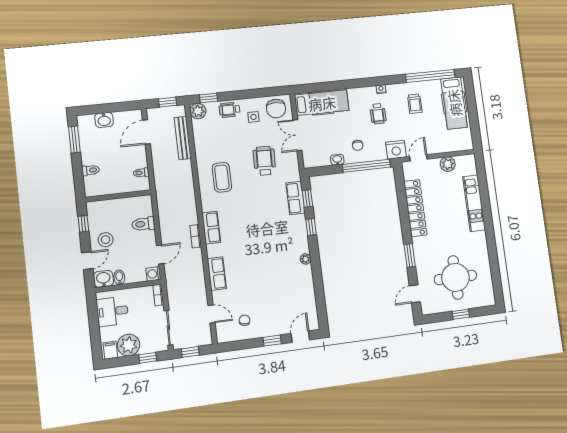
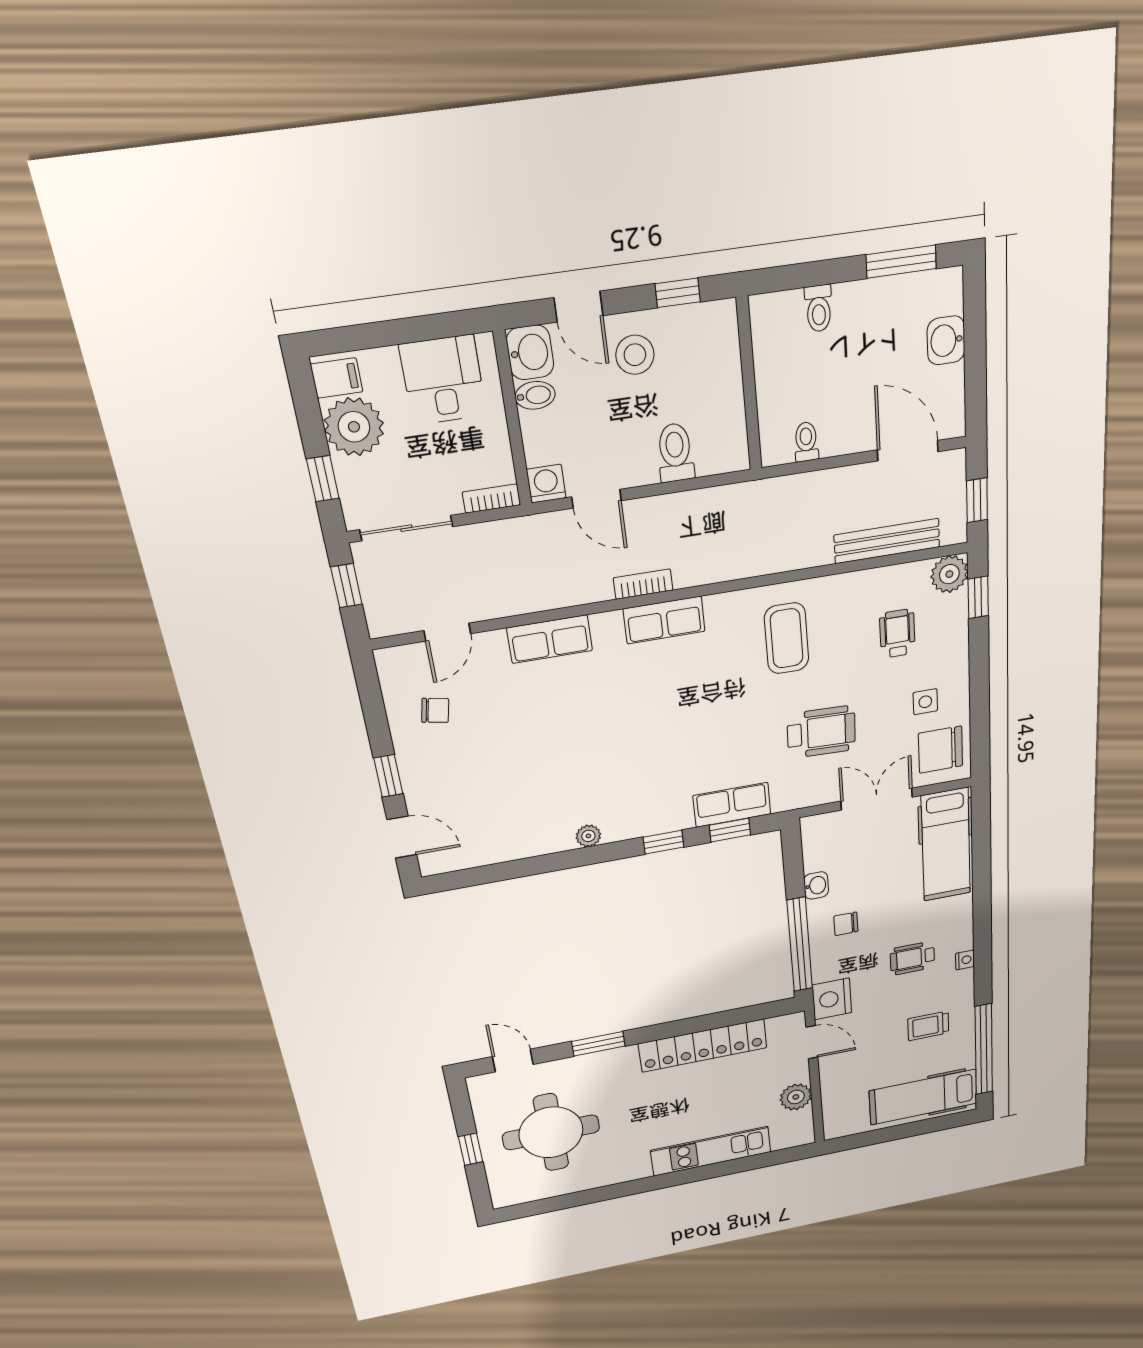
wheelchair: (230, 110) -> (897, 633), moved
coffee table: (222, 177) -> (787, 638), turned 90

